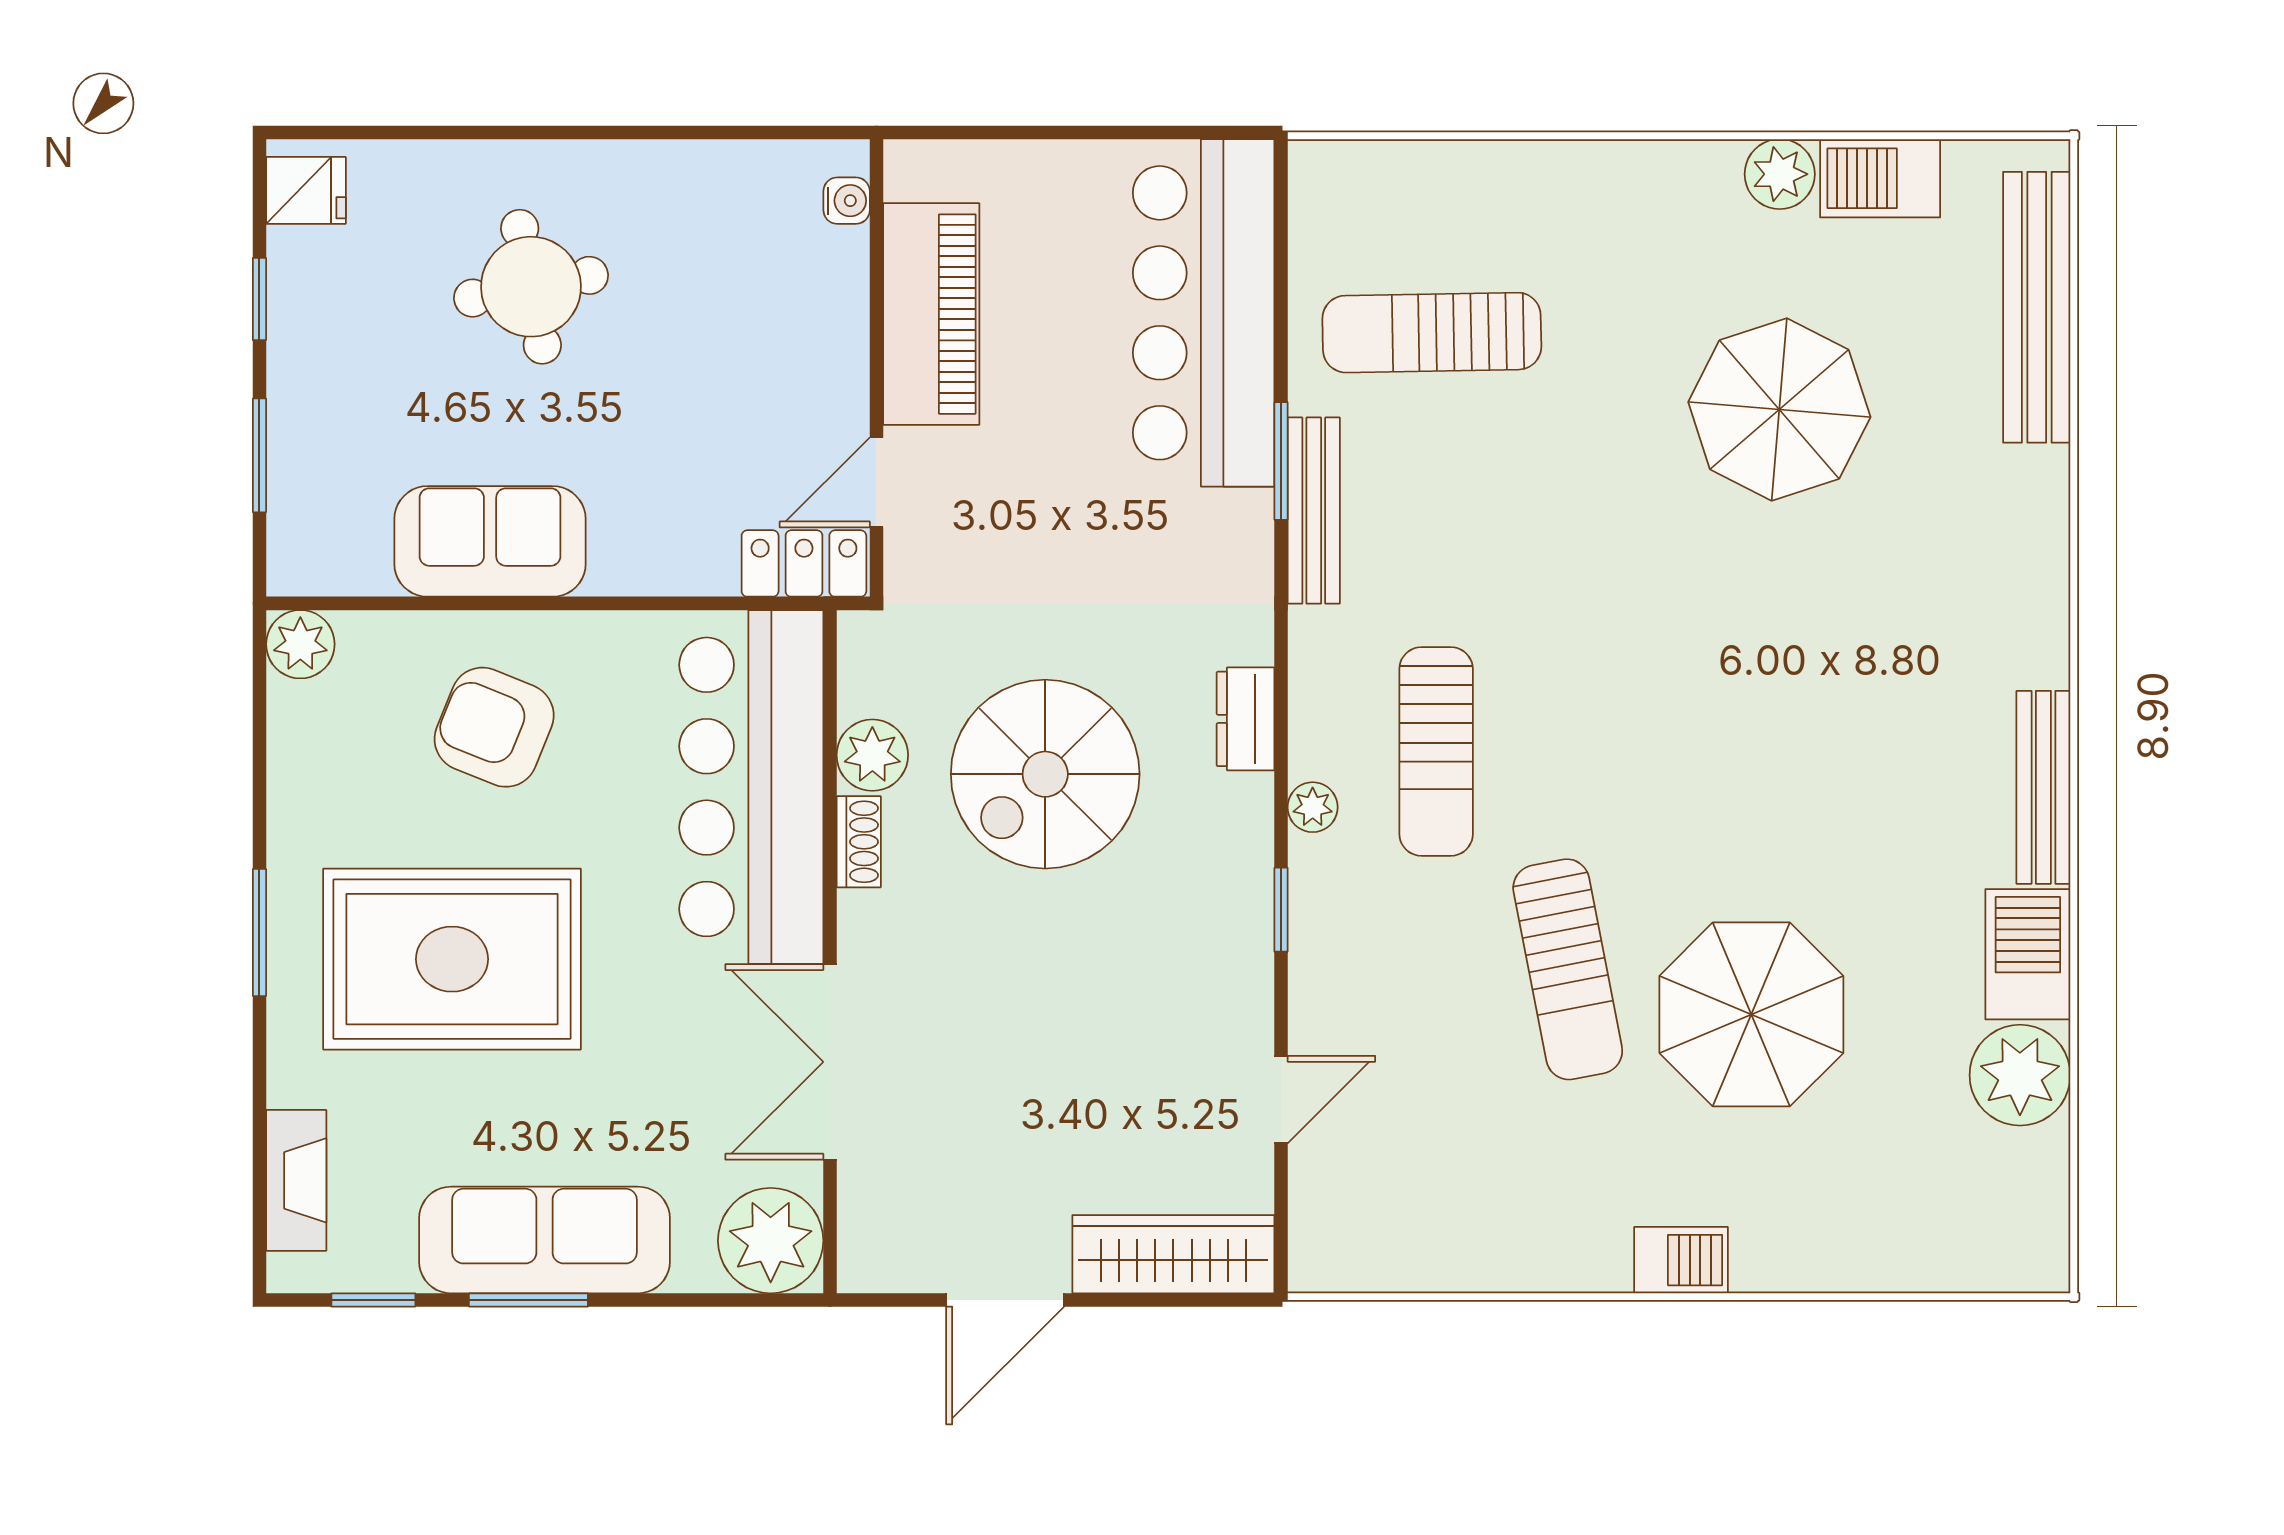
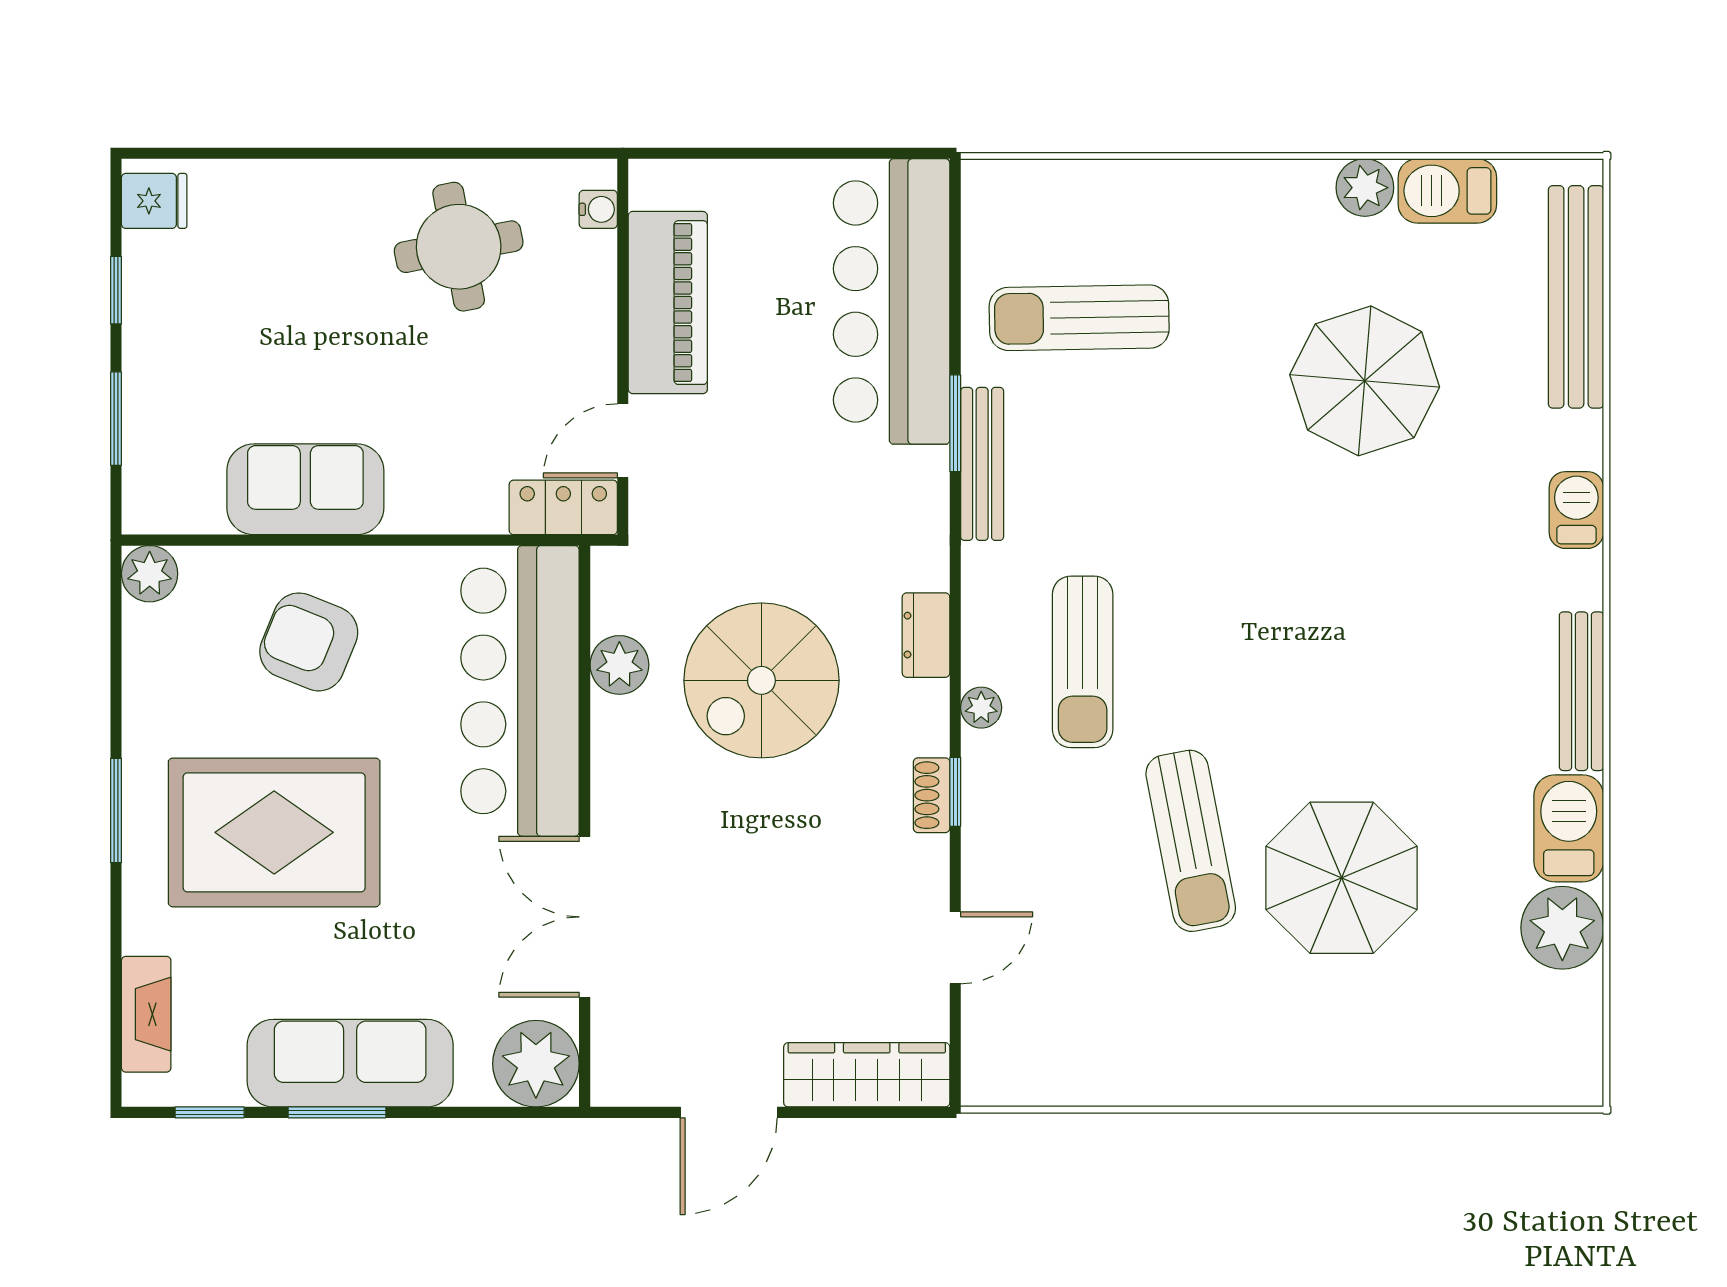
round table: (531, 287) -> (459, 247), moved
shoe rack: (859, 842) -> (932, 795), moved, turned 180
barbecue: (1681, 1260) -> (1576, 510), moved, turned -90

